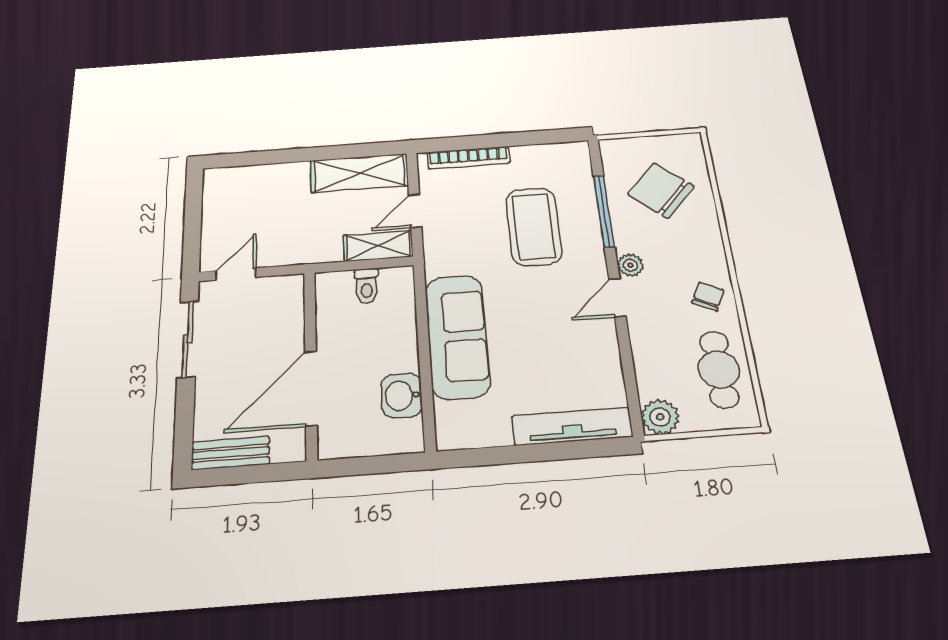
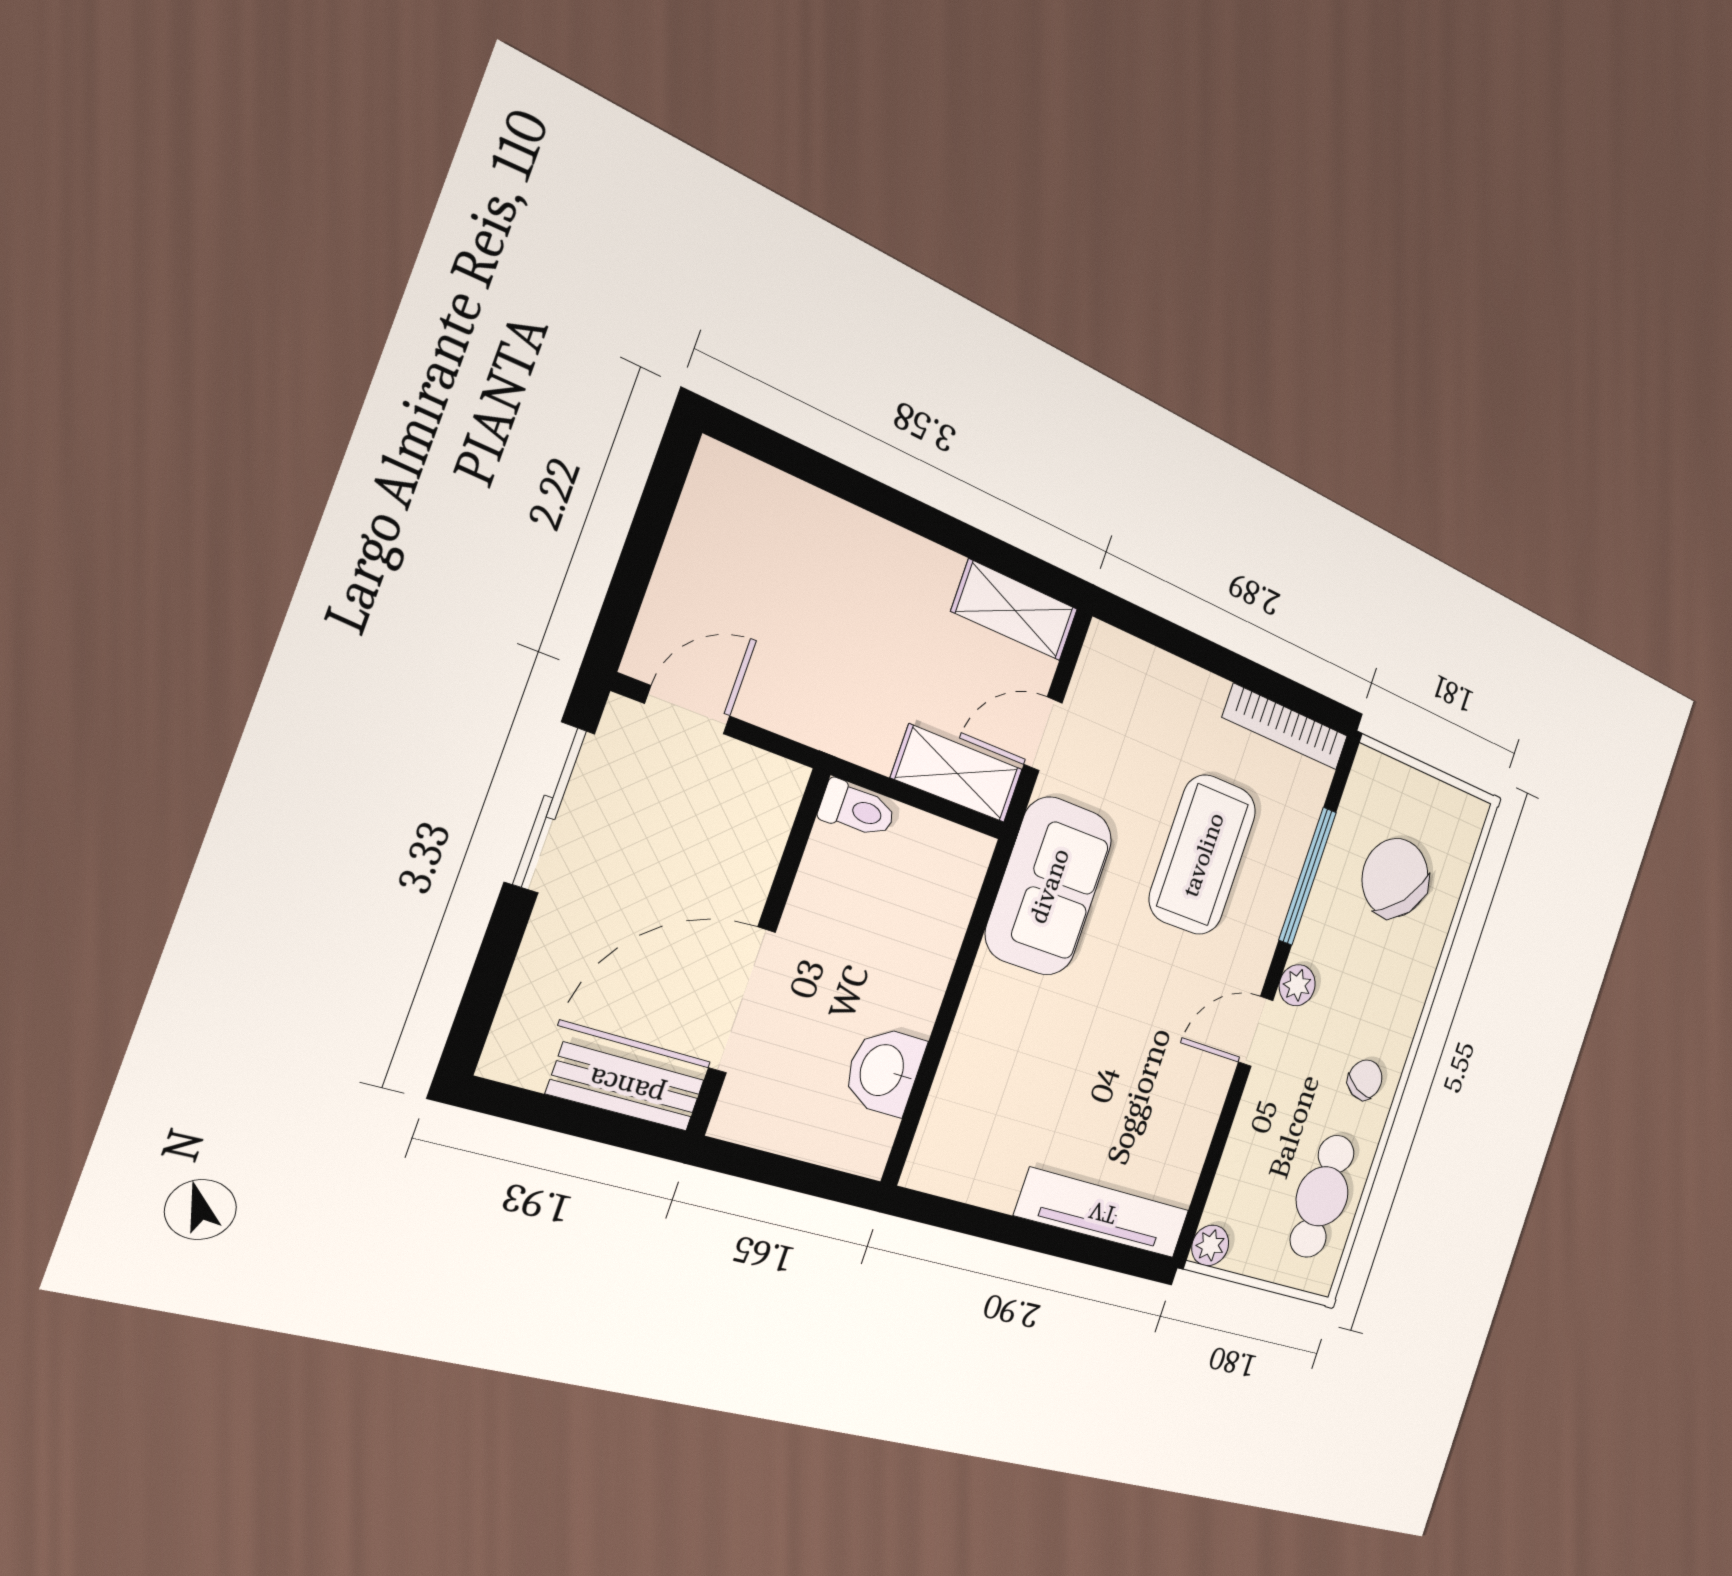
bookcase: (468, 158) -> (1286, 727), moved
shelving: (359, 173) -> (1015, 610), width x0.67, depth x0.75
toilet: (367, 286) -> (857, 809), moved, turned -90
sofa: (457, 336) -> (1049, 886), moved, width x0.73
plant: (660, 417) -> (1210, 1245), width x0.73, depth x0.73
bench: (231, 453) -> (626, 1087), moved

